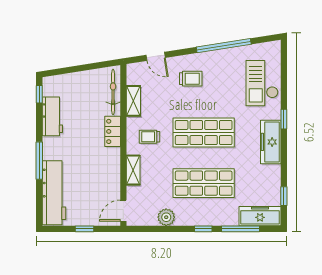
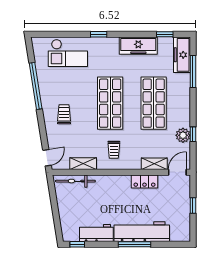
door: (156, 56) -> (47, 158), moved
locker: (113, 131) -> (144, 181), moved
freezer: (271, 142) -> (138, 46), moved
shelving: (133, 170) -> (154, 164), moved
workbench: (54, 193) -> (142, 232), moved
door: (123, 211) -> (177, 172), swing flipped
window: (203, 229) -> (193, 134), moved

